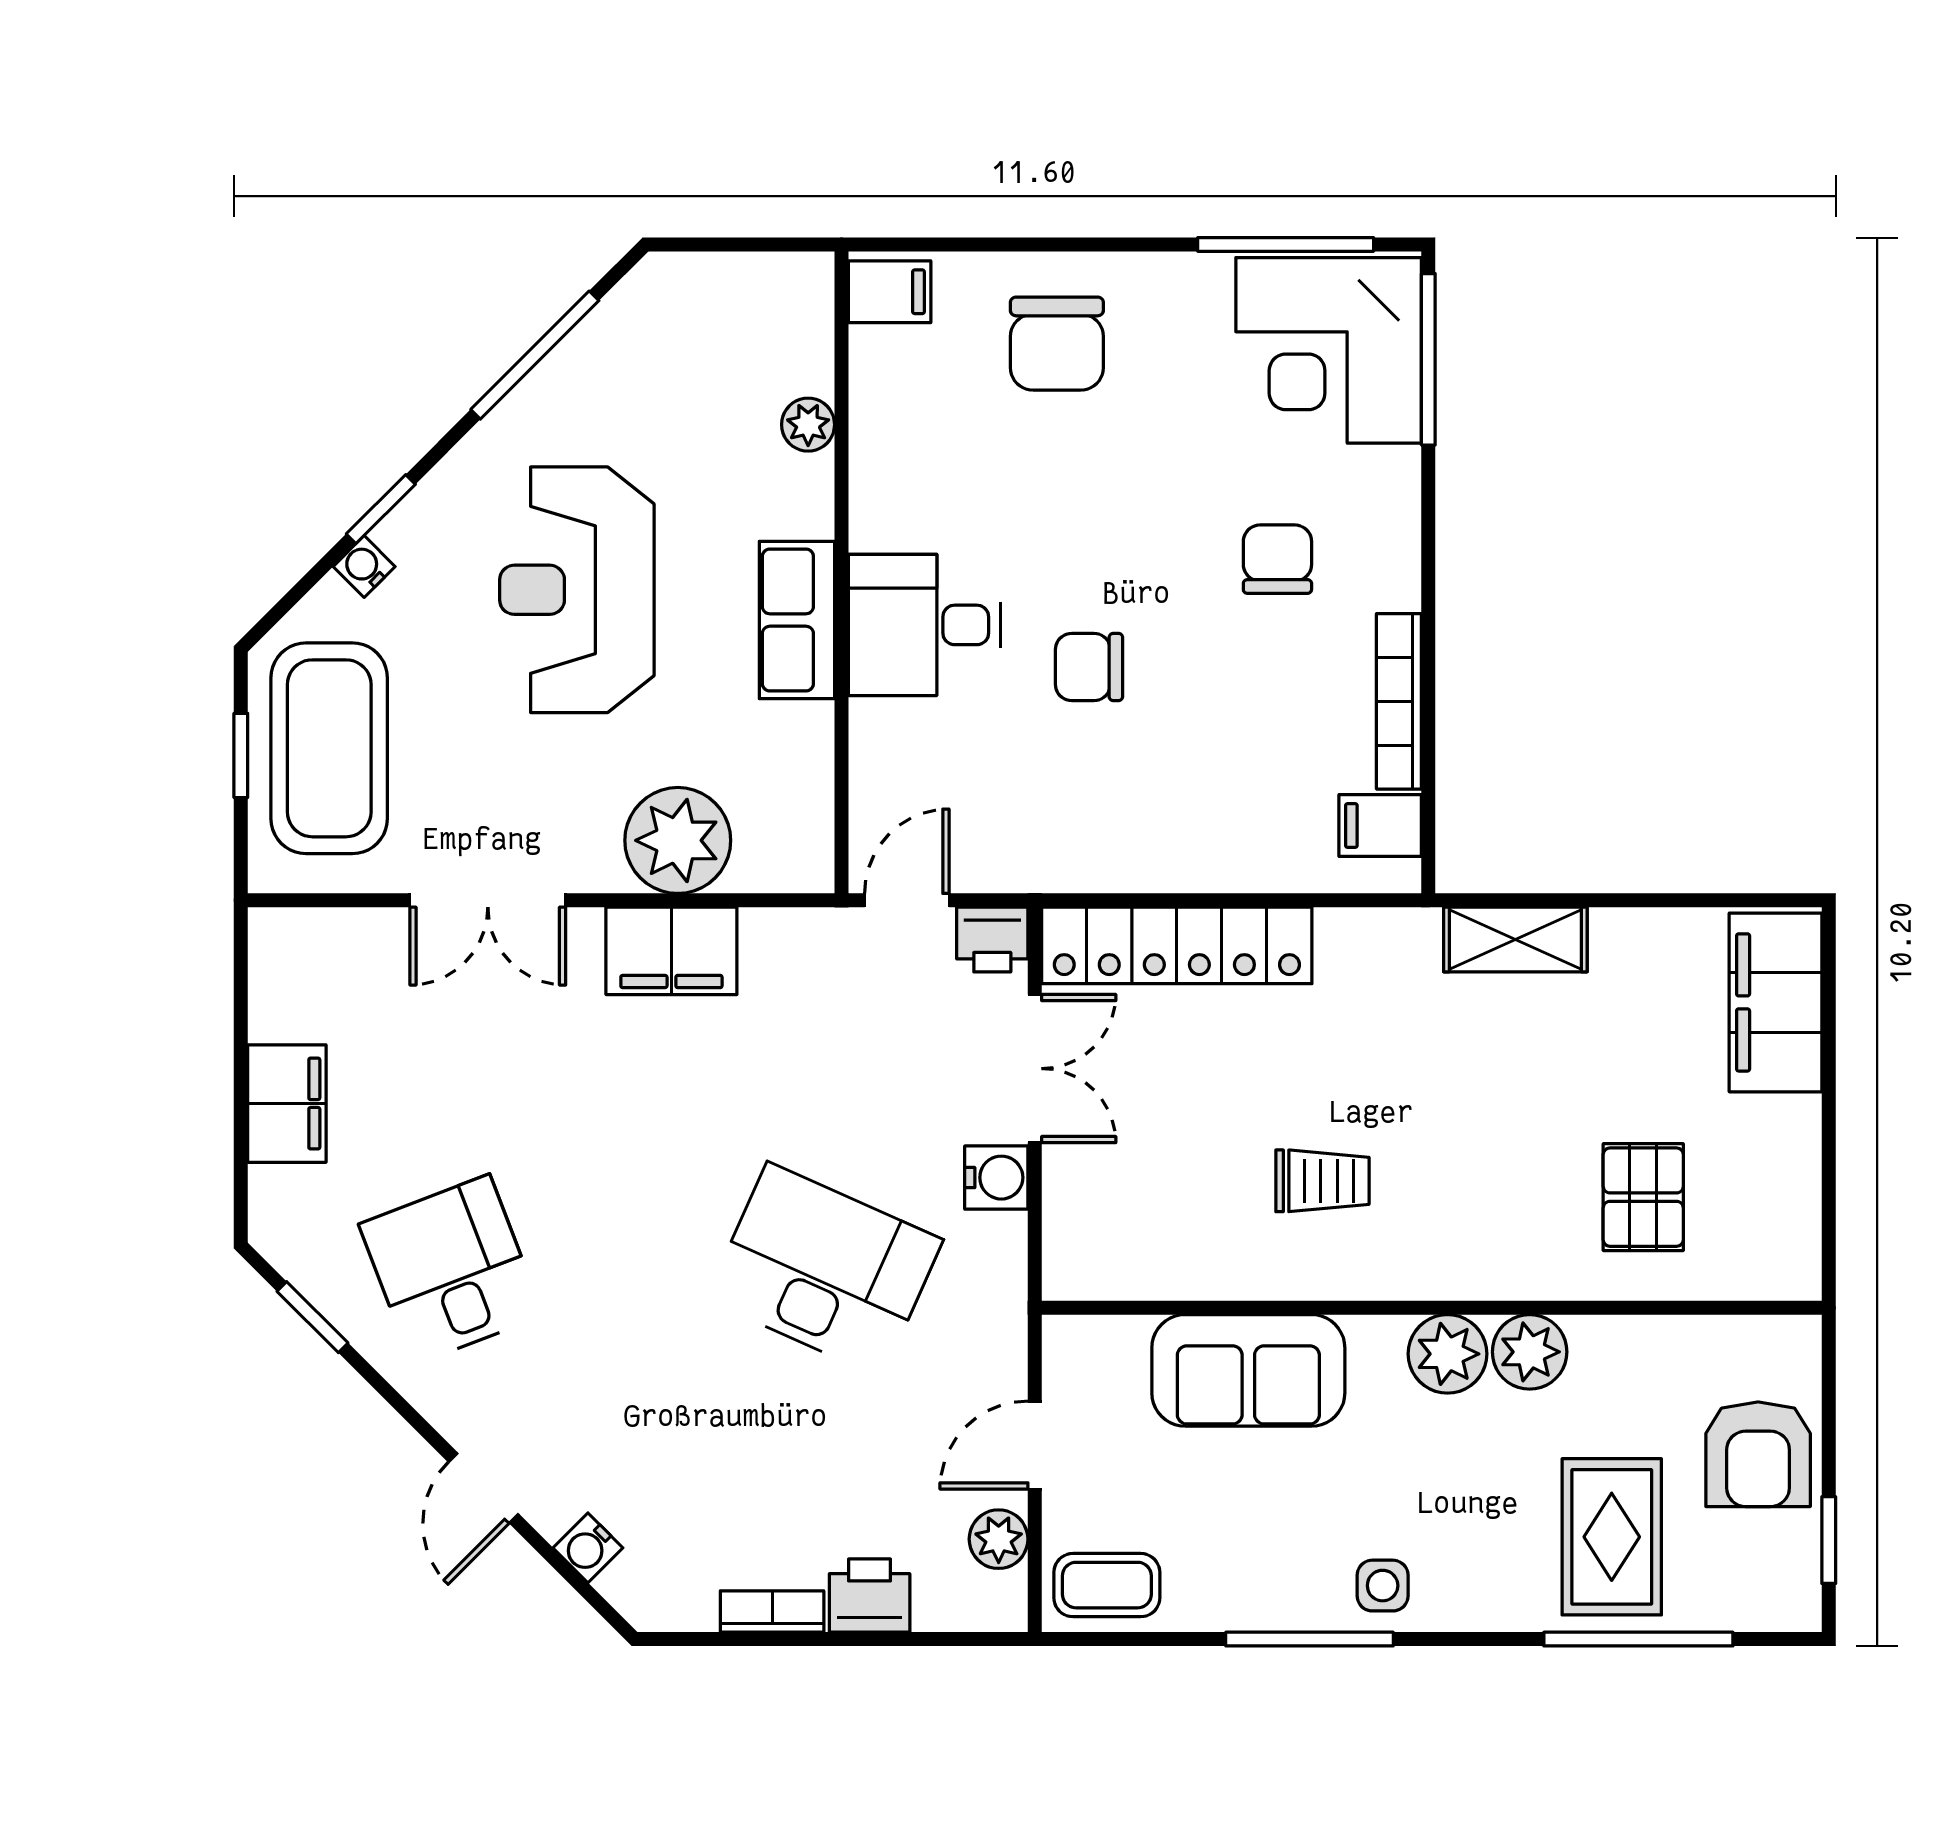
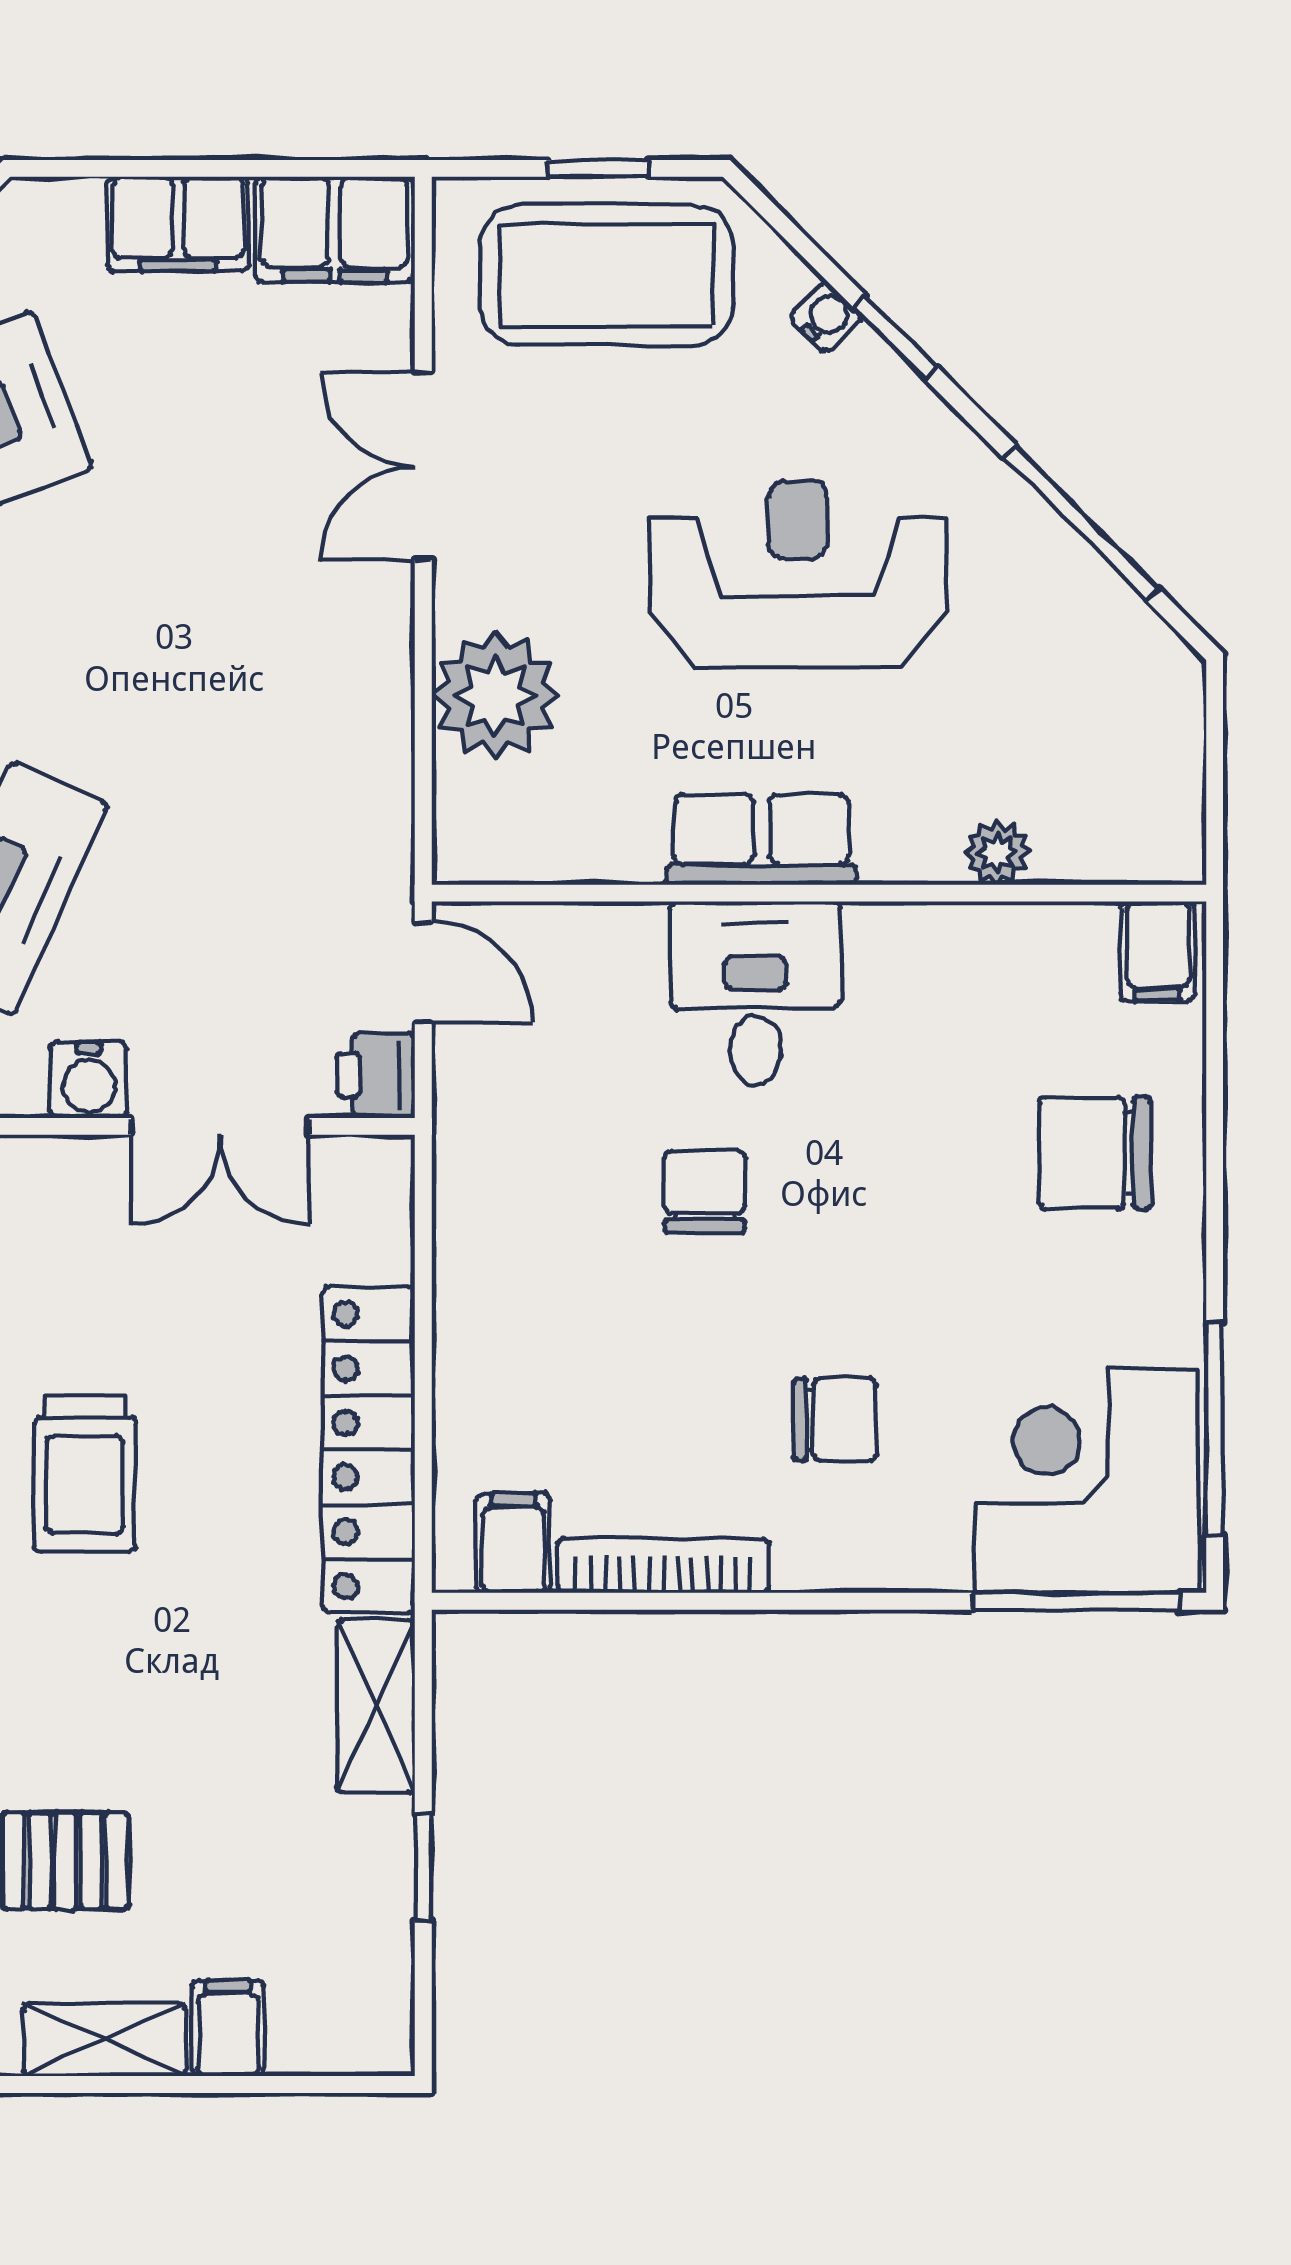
window: (1649, 900) -> (423, 1867), added
locker: (1177, 945) -> (369, 1450), moved
filing cabinet: (671, 951) -> (335, 229), moved, turned -90
filing cabinet: (1775, 1002) -> (228, 2028), width x0.33, depth x0.86
shelving: (1791, 1165) -> (104, 2040), added
trolley: (1322, 1181) -> (85, 1474), width x1.36, depth x1.39

